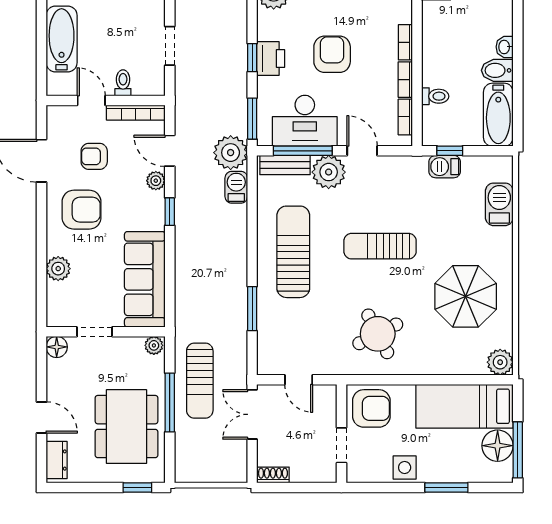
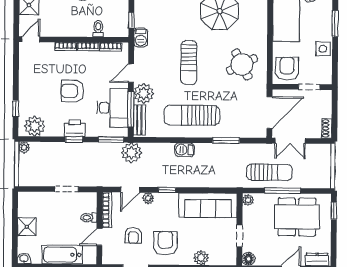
barbecue: (445, 167) -> (141, 38), moved
barbecue: (236, 187) -> (184, 150), moved
door: (299, 380) -> (269, 113), width x1.88

